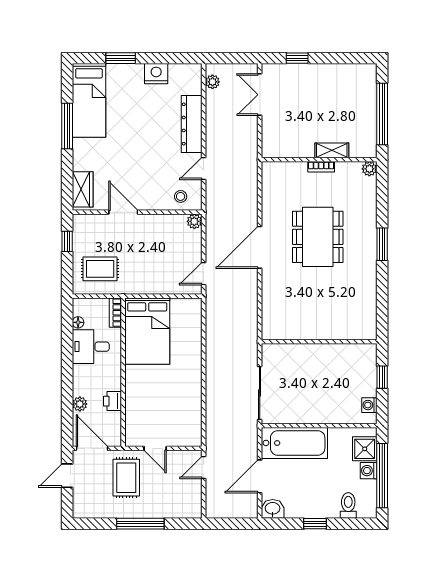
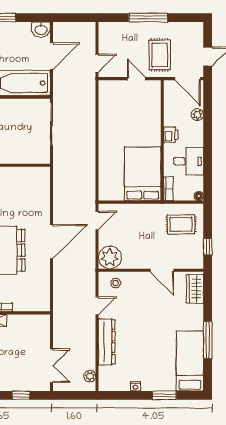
nightstand: (156, 74) -> (135, 386), width x0.53, depth x0.56
plant: (194, 221) -> (110, 258), width x1.88, depth x1.88
floor lamp: (78, 322) -> (199, 196), moved
printer: (113, 401) -> (171, 135), moved

